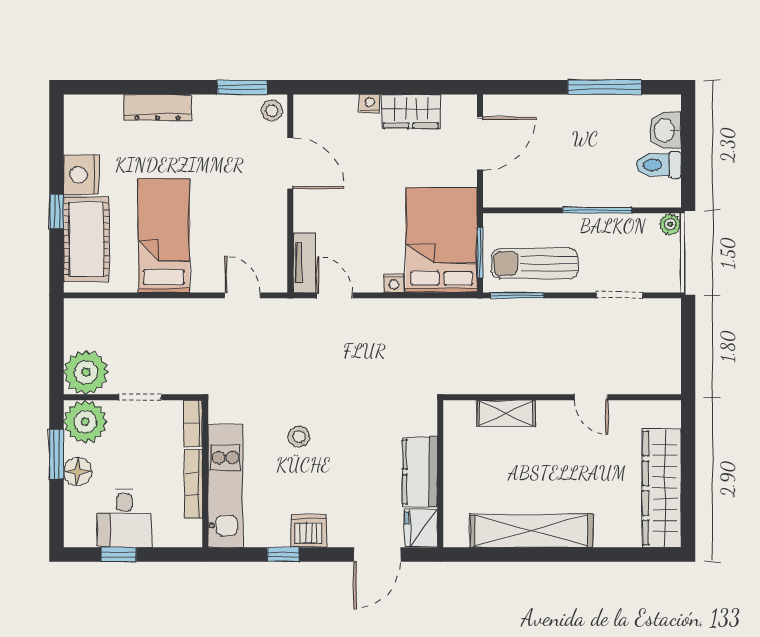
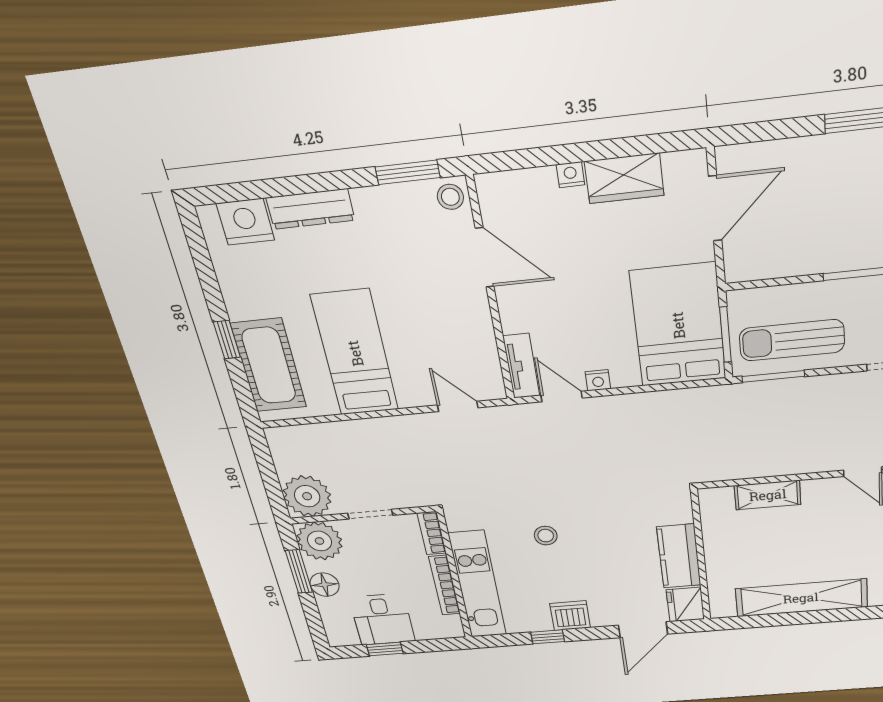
nightstand: (81, 175) -> (245, 222), moved, turned 90
nightstand: (394, 283) -> (598, 380), moved

